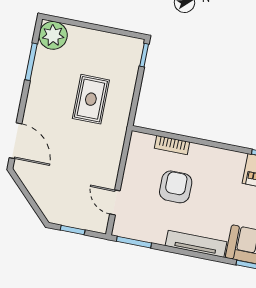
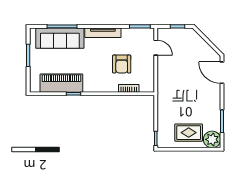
rug: (91, 99) -> (189, 133), moved, turned 90

